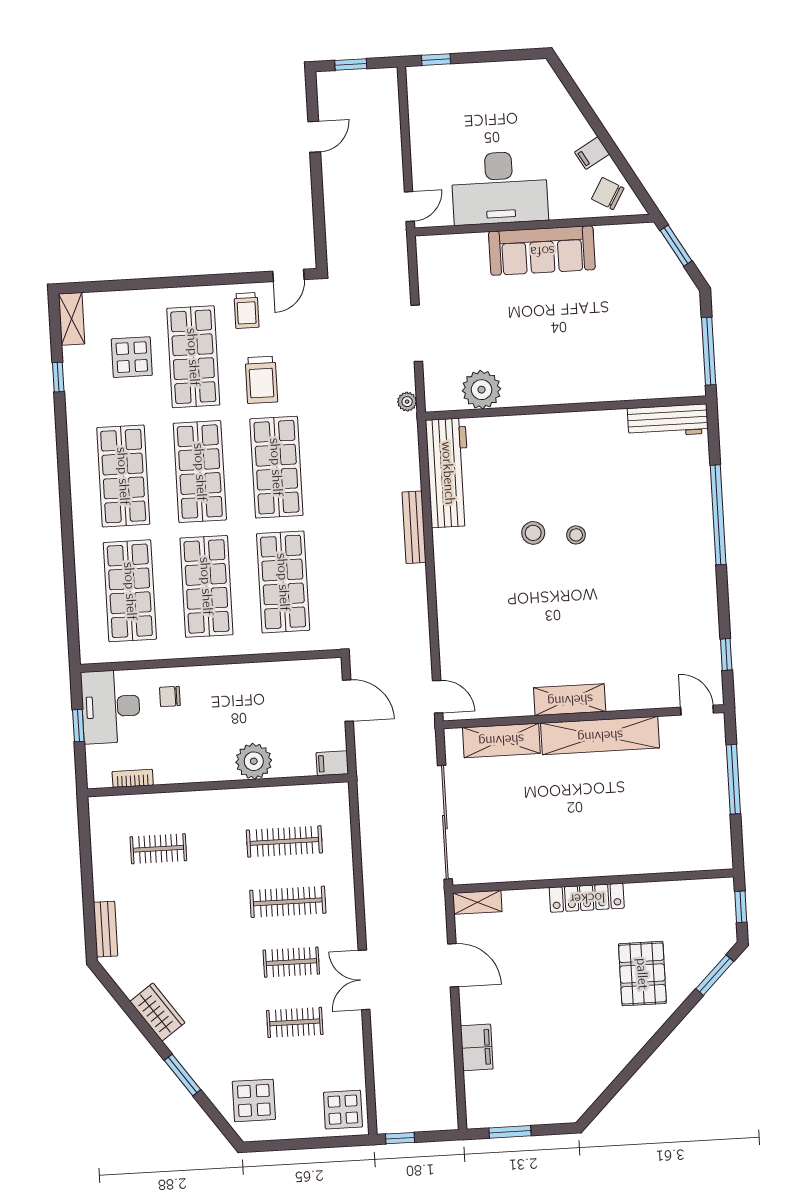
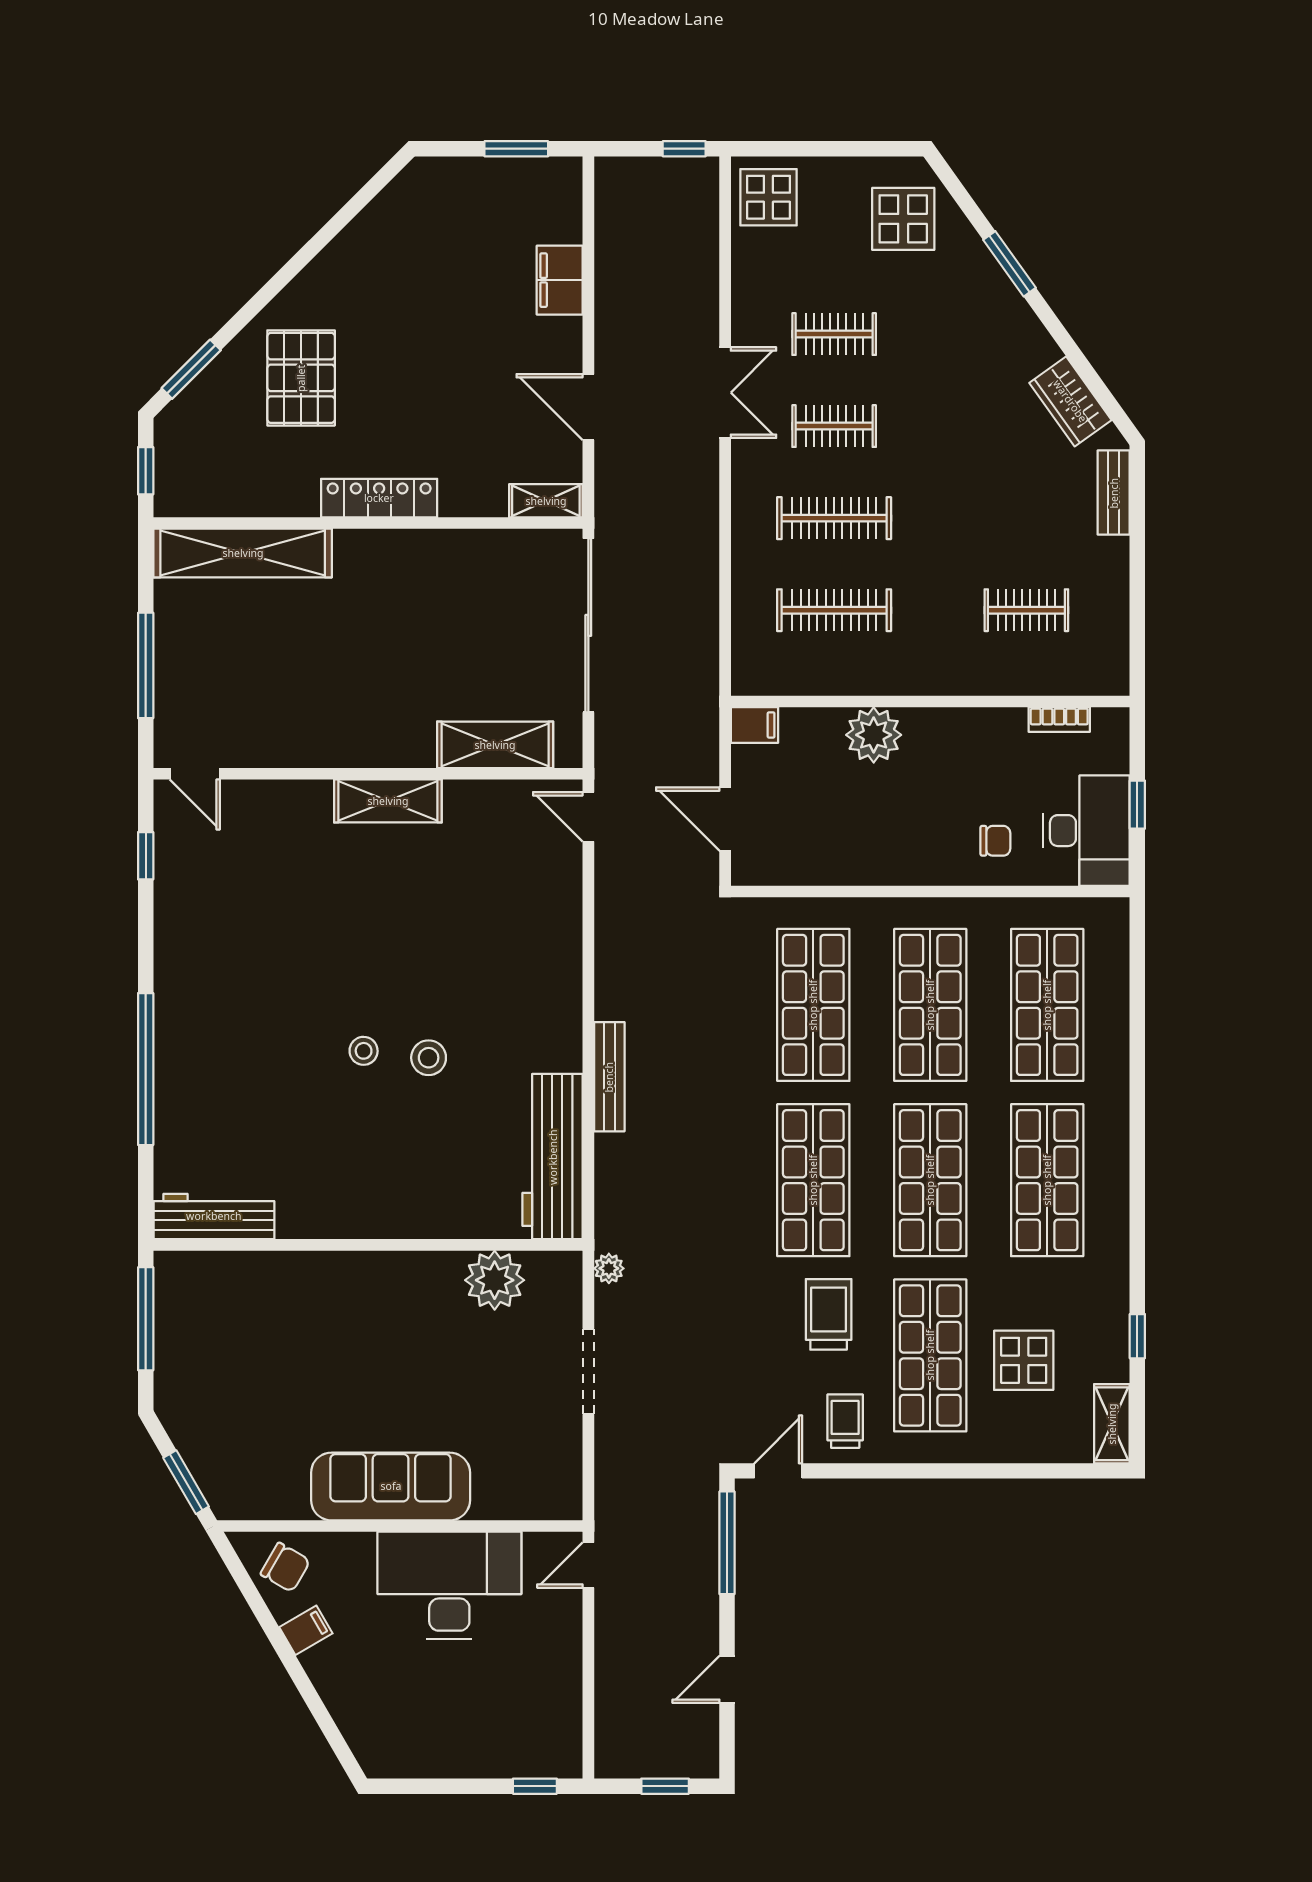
window: (319, 226) -> (727, 1543), added
shelving: (600, 736) -> (243, 553), moved
wardrobe: (157, 1012) -> (1070, 401), moved

